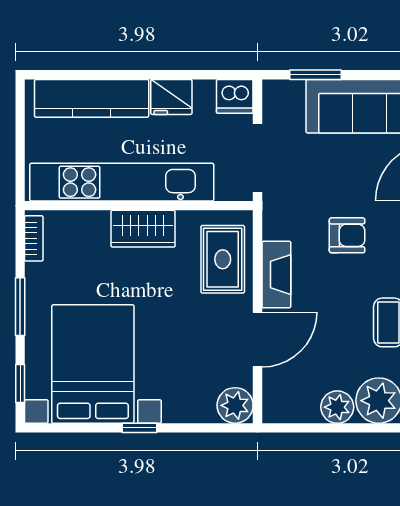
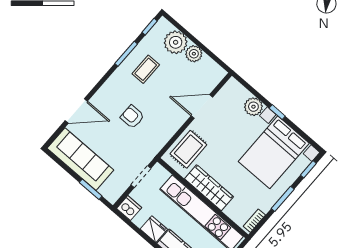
doorway: (258, 158) -> (141, 177), width x0.73
wardrobe: (143, 229) -> (209, 188), width x1.50
fireplace: (276, 275) -> (173, 125), removed
plant: (235, 405) -> (253, 107), moved

